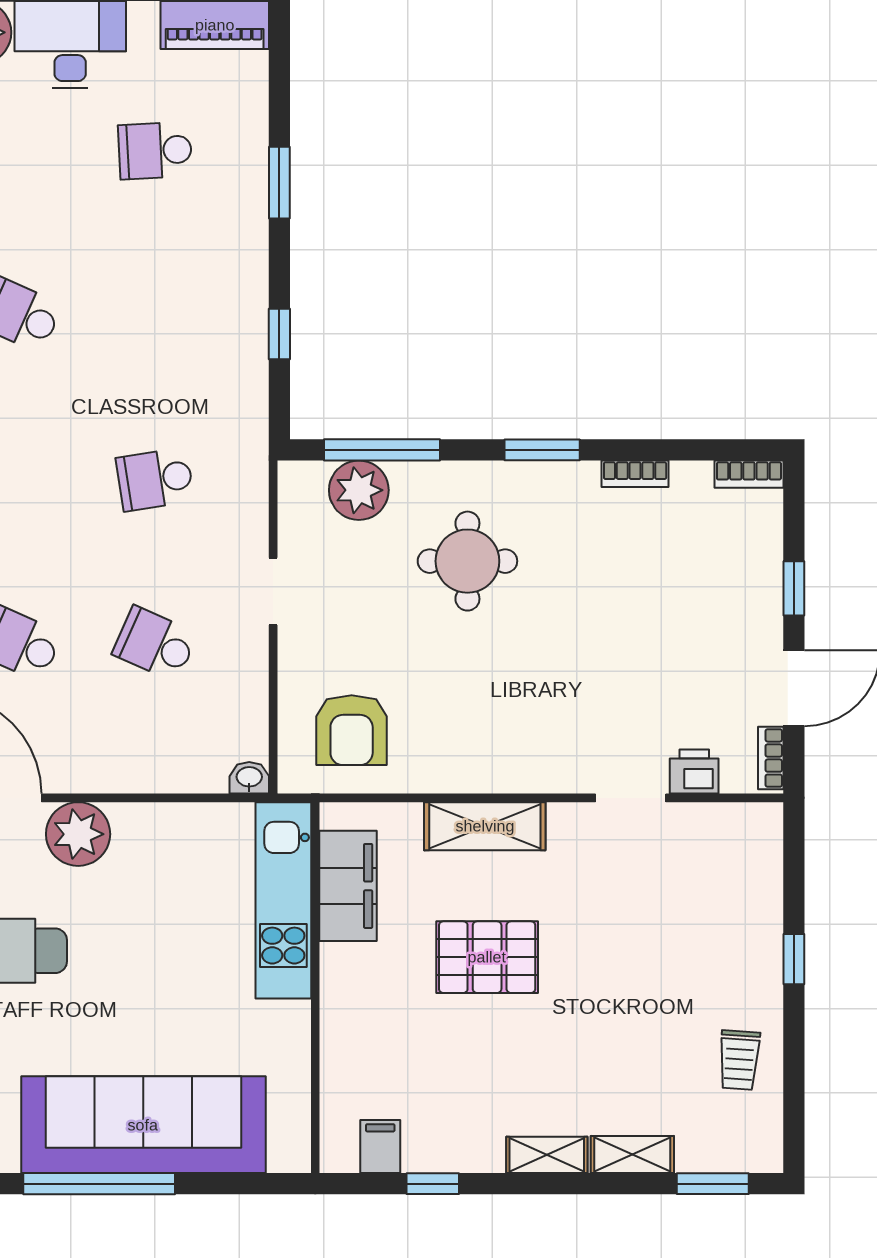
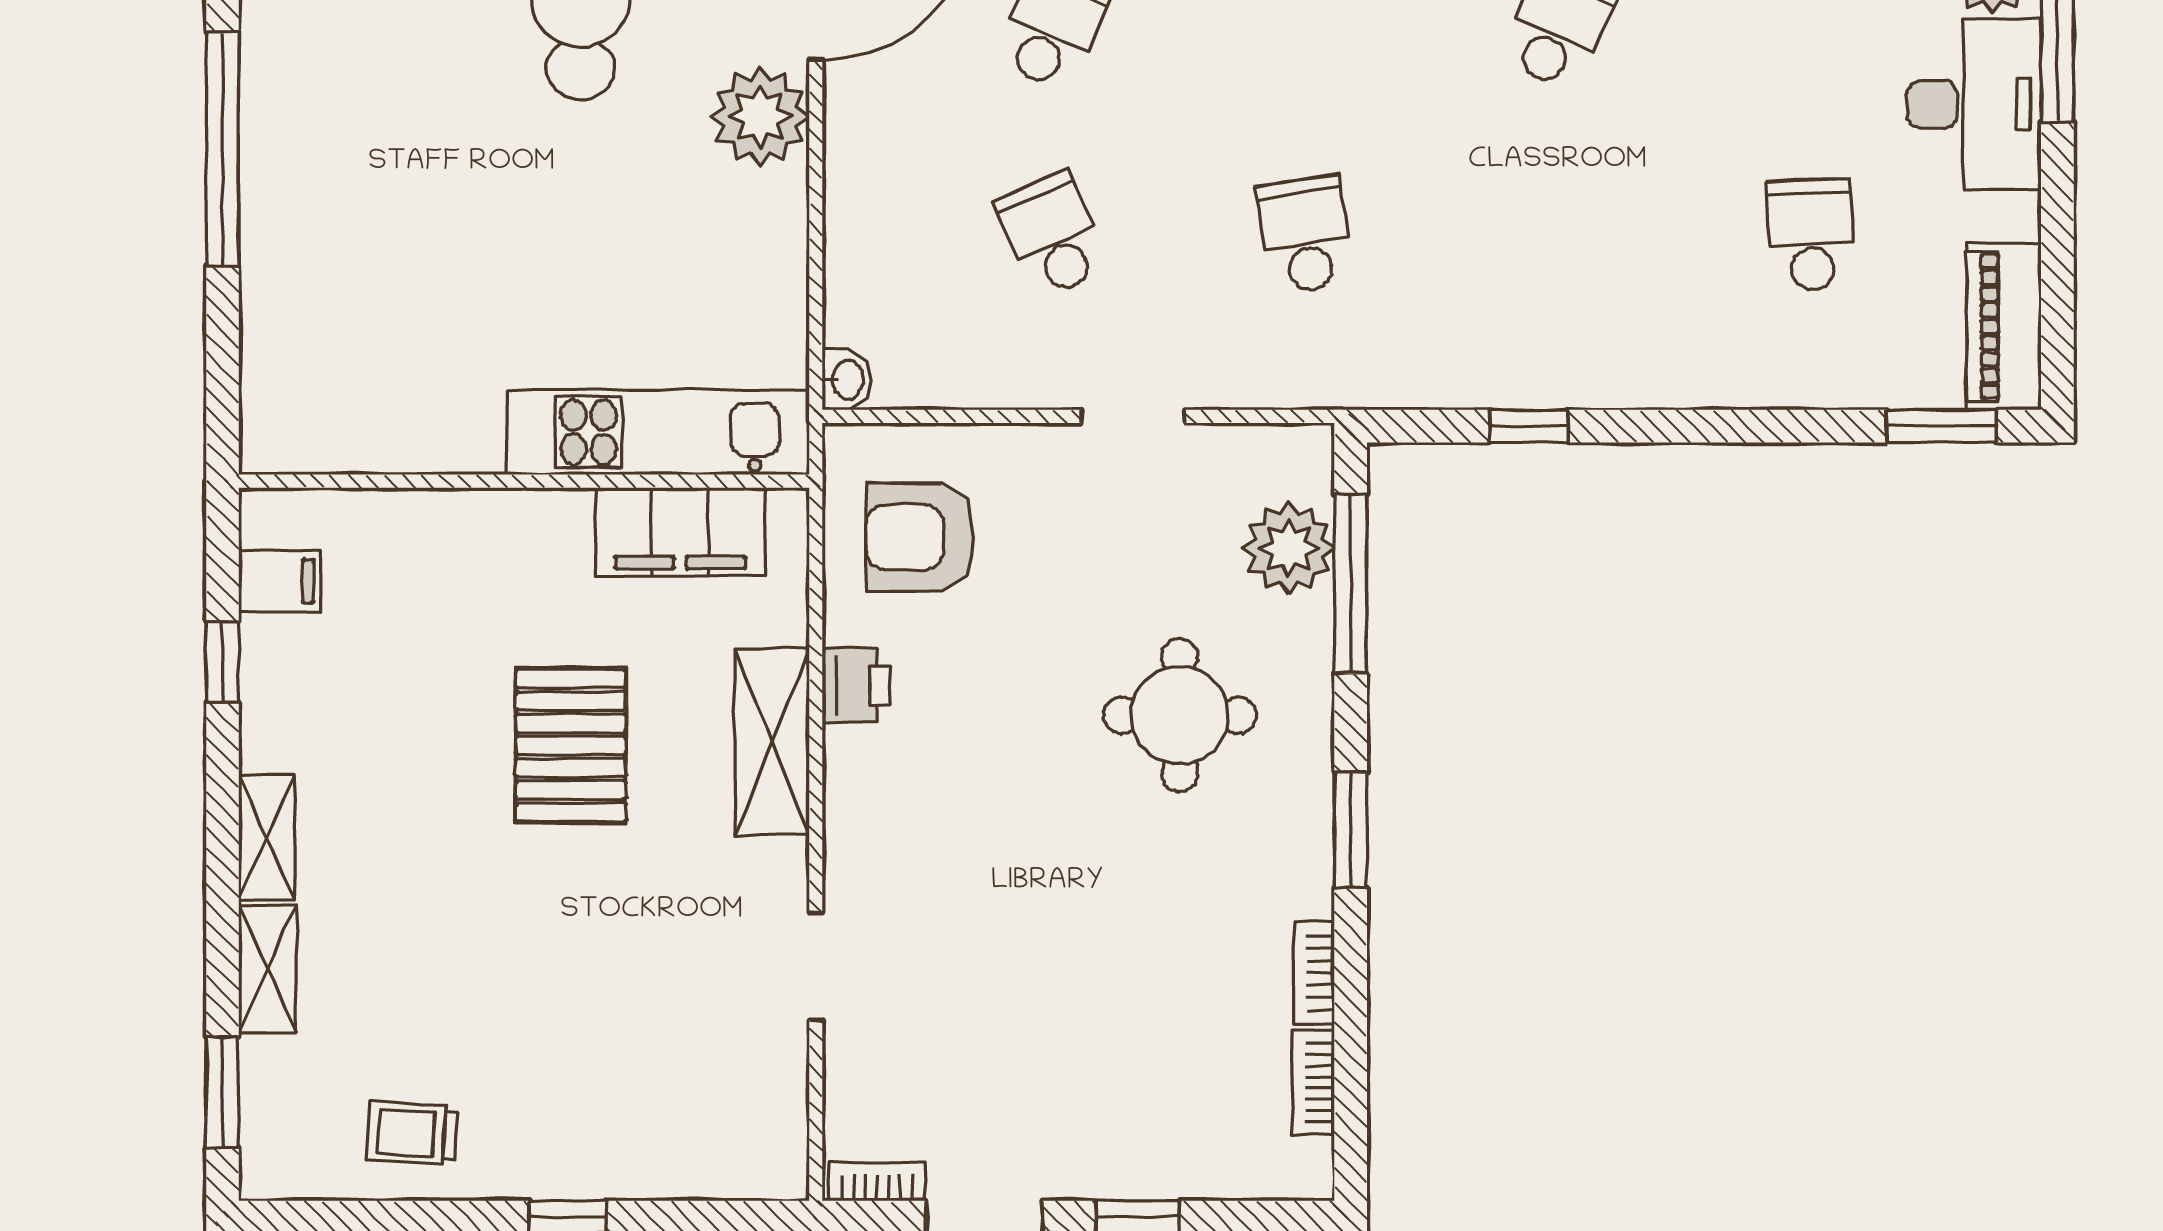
window: (279, 183) -> (1942, 426), moved
bookcase: (749, 474) -> (1313, 1082), moved
school desk: (155, 644) -> (1052, 235), turned -48
printer: (694, 772) -> (856, 686), moved
sofa: (143, 1125) -> (313, 217), removed

